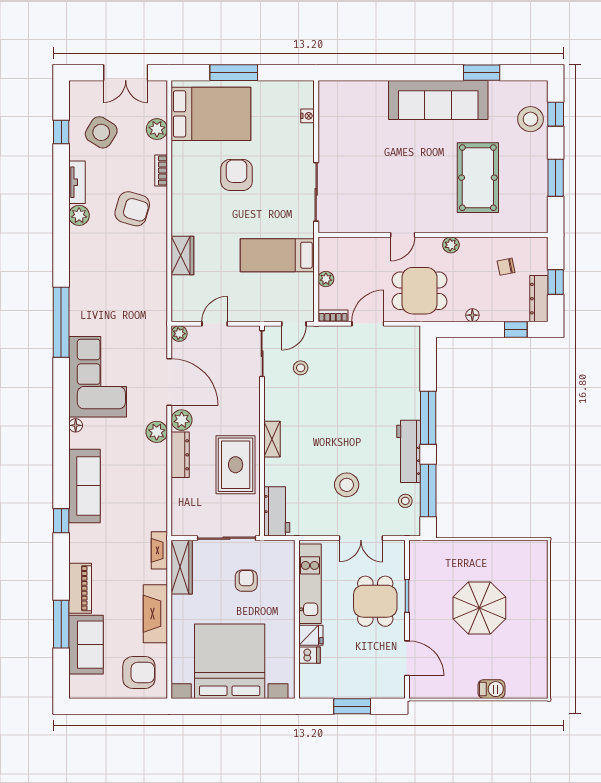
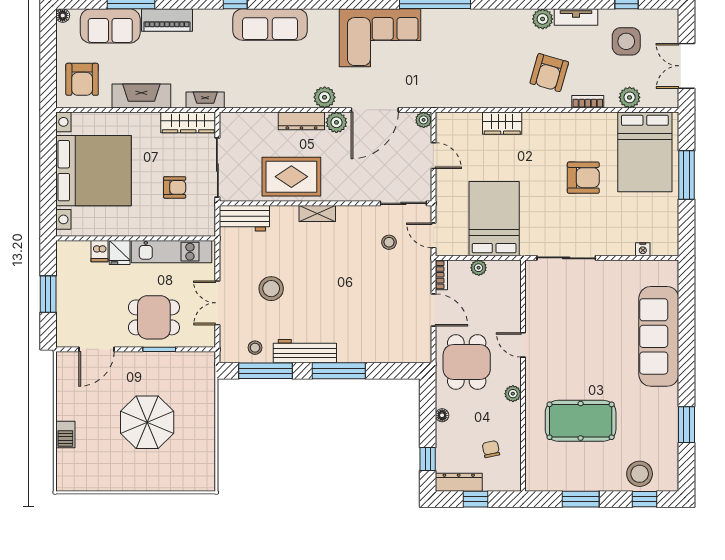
sofa: (438, 100) -> (659, 336), moved
side table: (101, 132) -> (626, 41), turned -32
bed: (277, 255) -> (494, 219), width x1.50
floor lamp: (76, 425) -> (63, 16), moved

